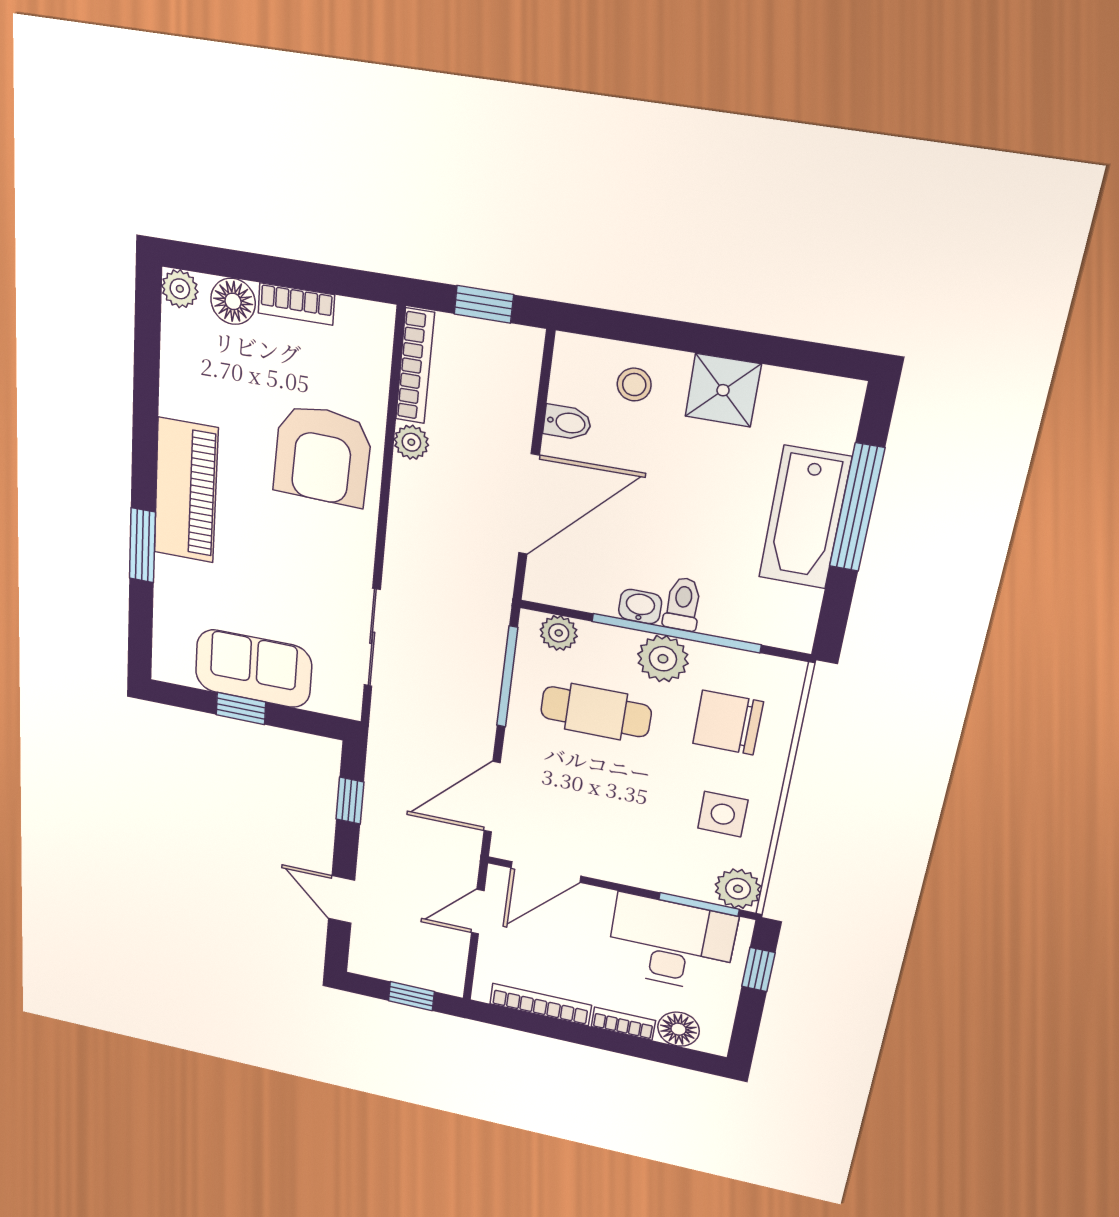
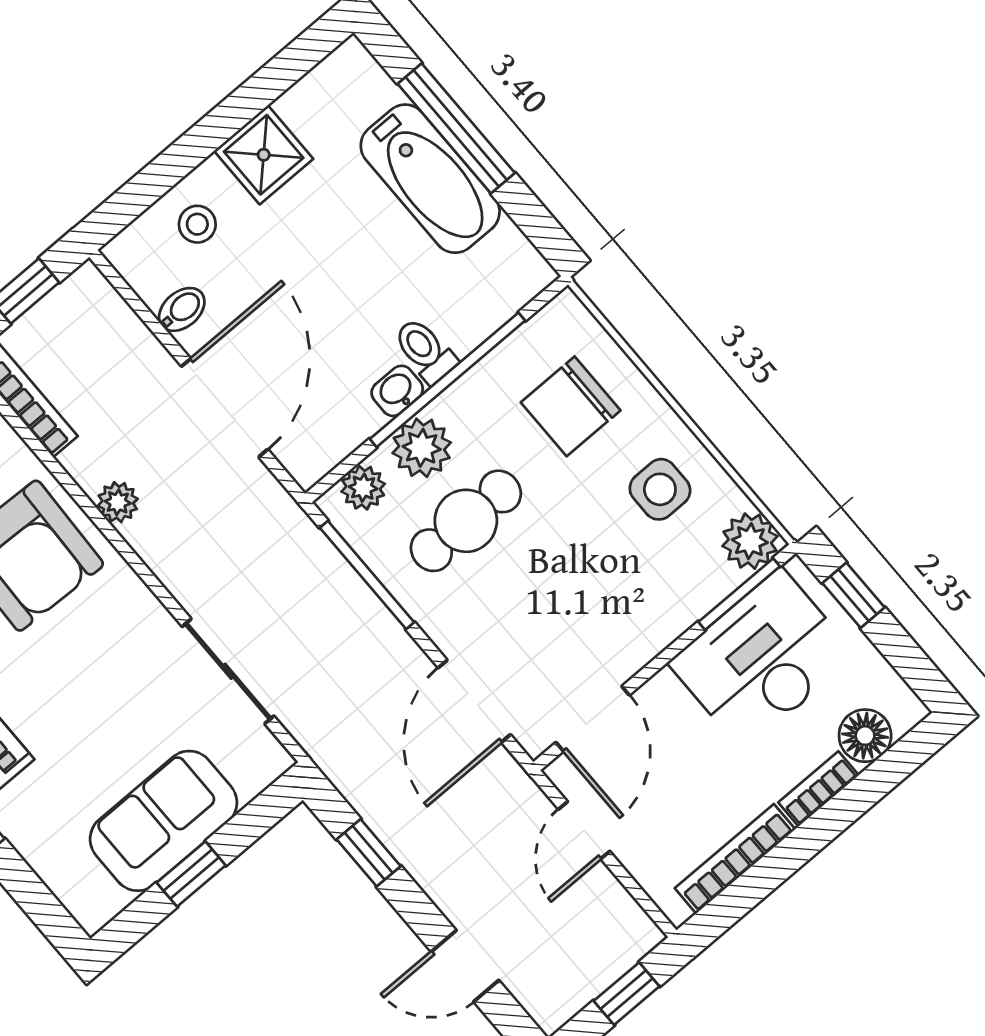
plant: (411, 442) -> (118, 502), moved
plant: (663, 659) -> (422, 448), moved

